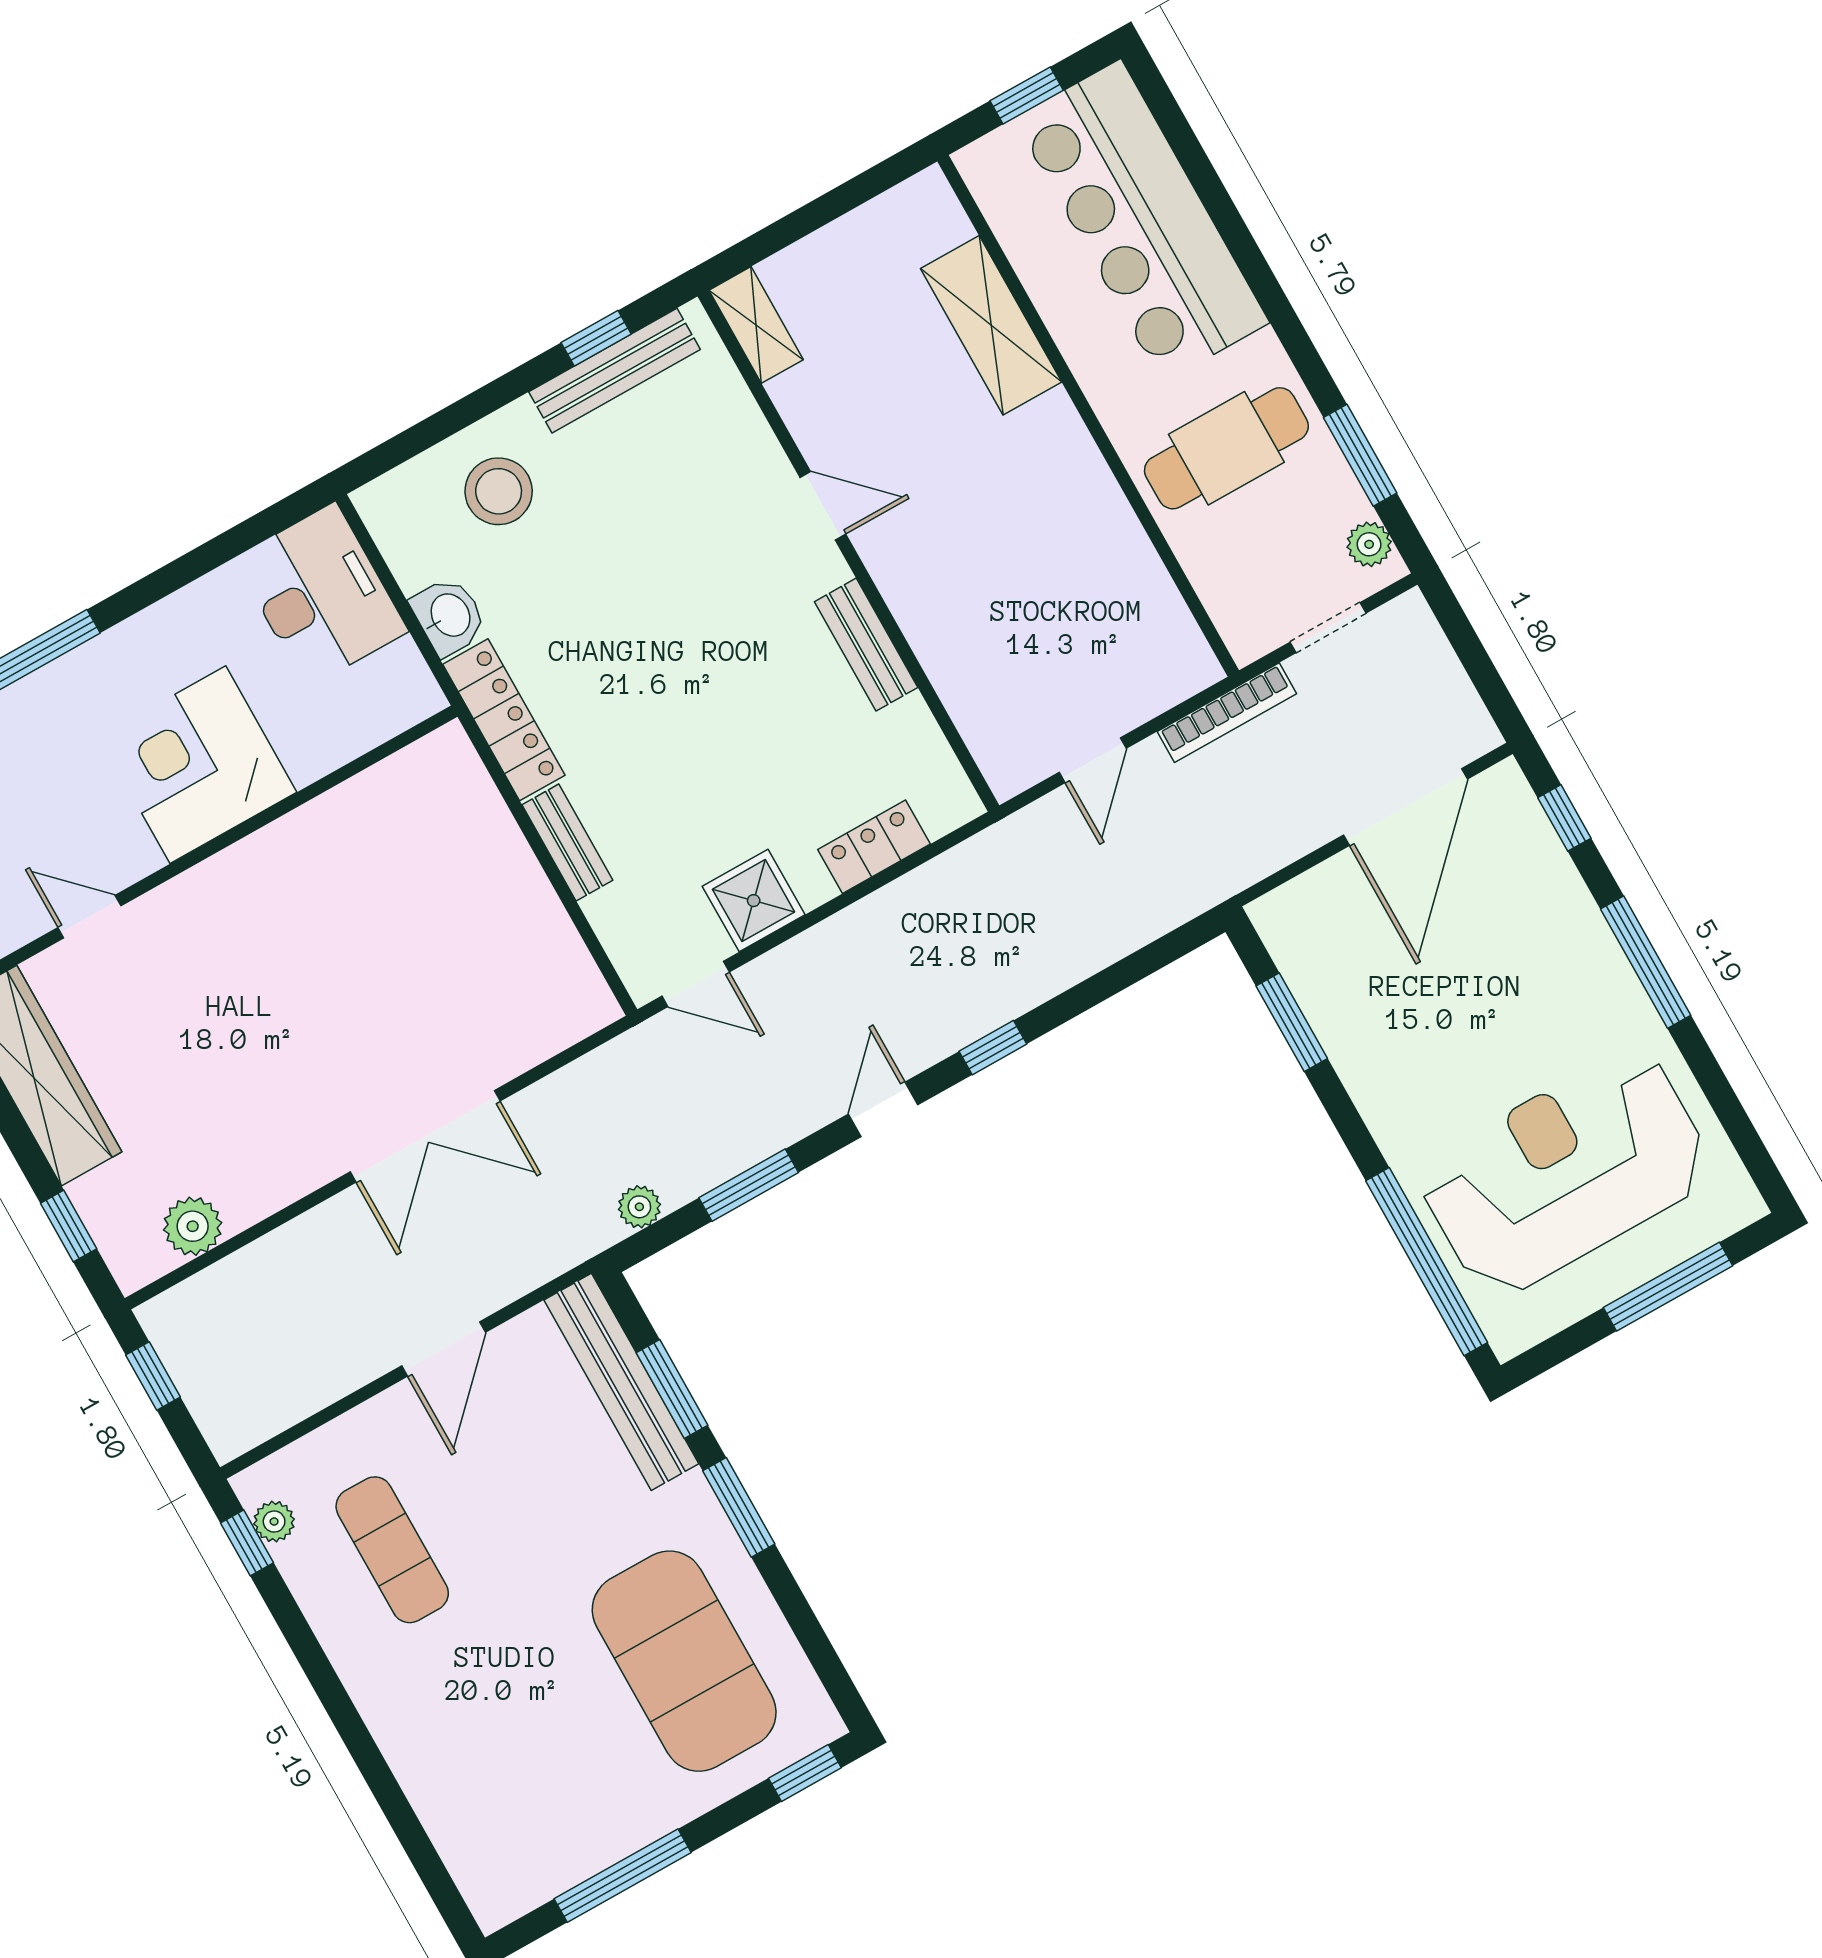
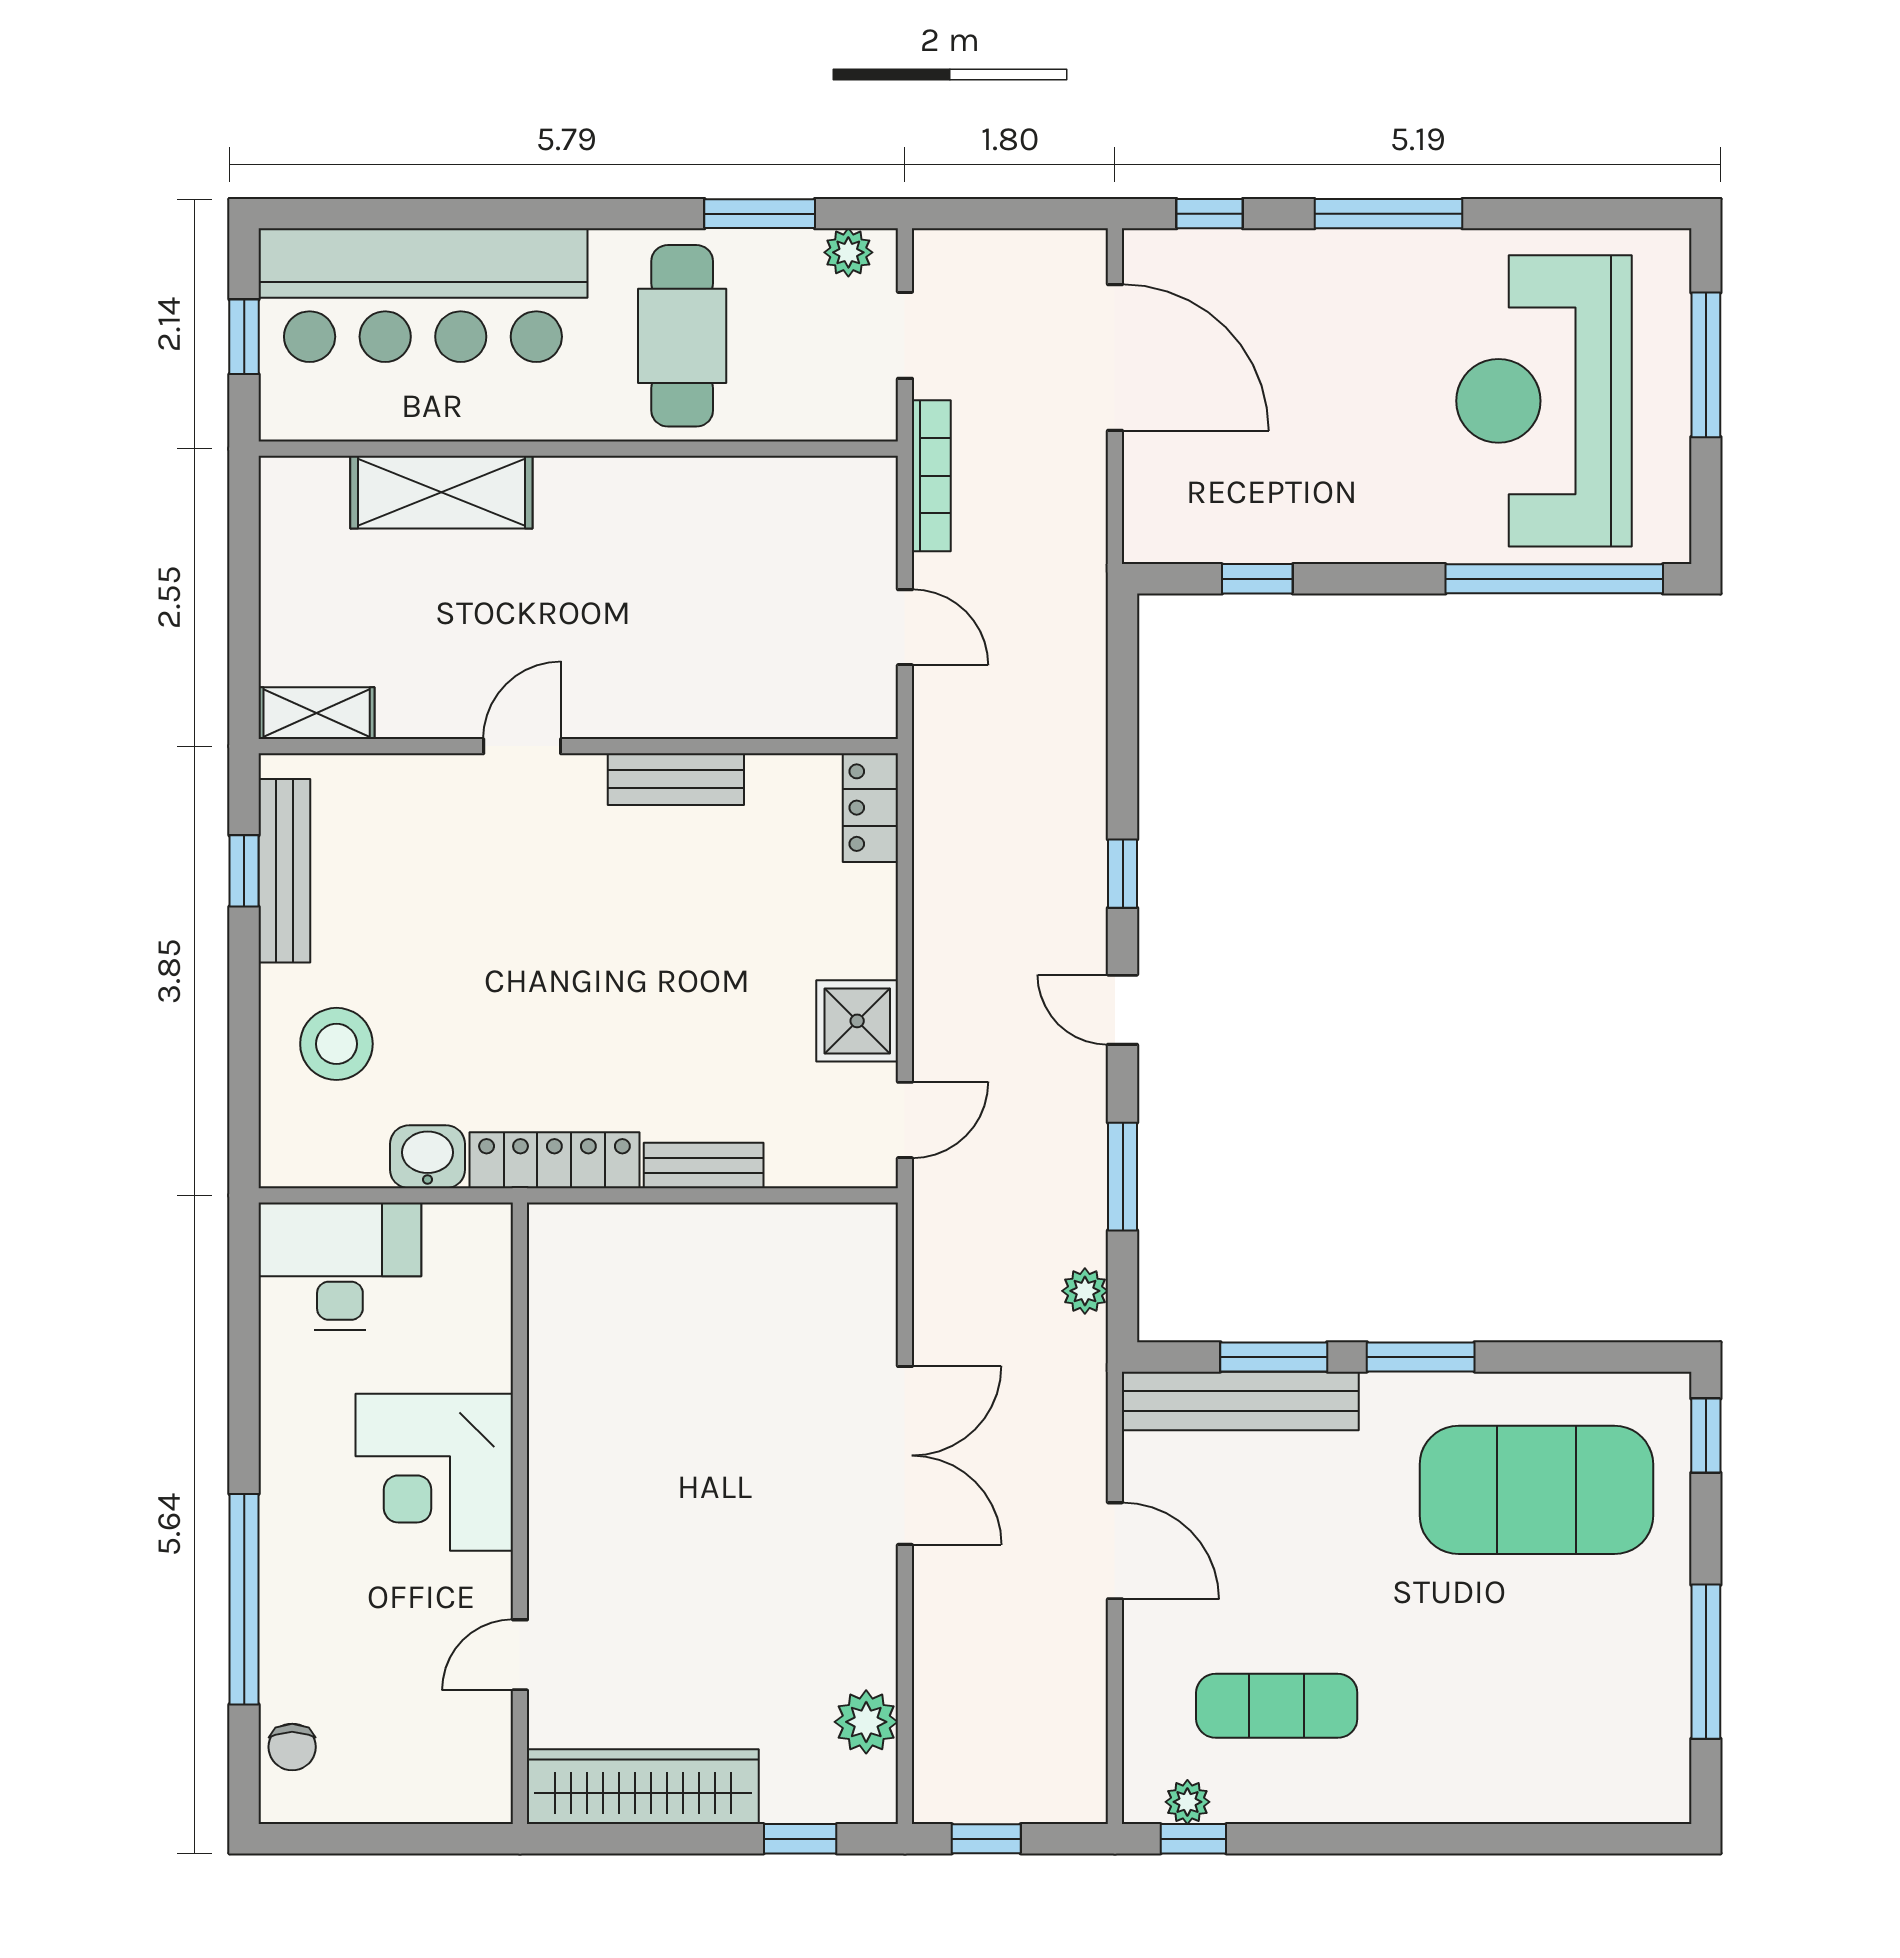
locker: (874, 847) -> (870, 808), moved
window: (1292, 1022) -> (1257, 579), width x0.67

